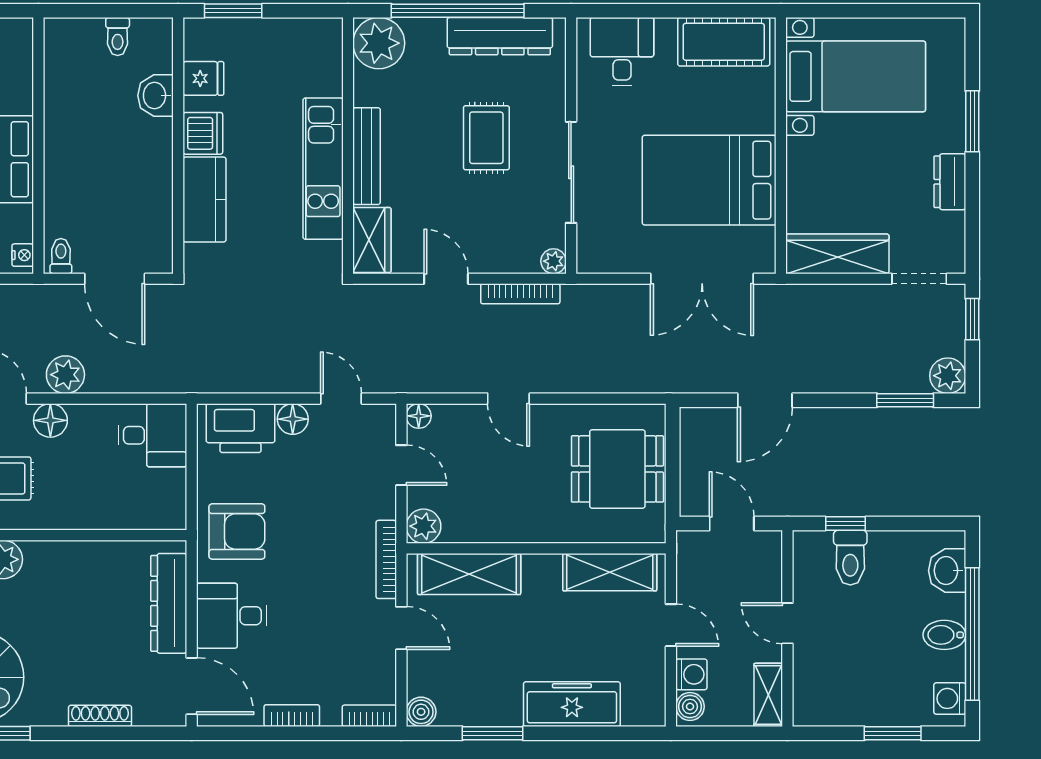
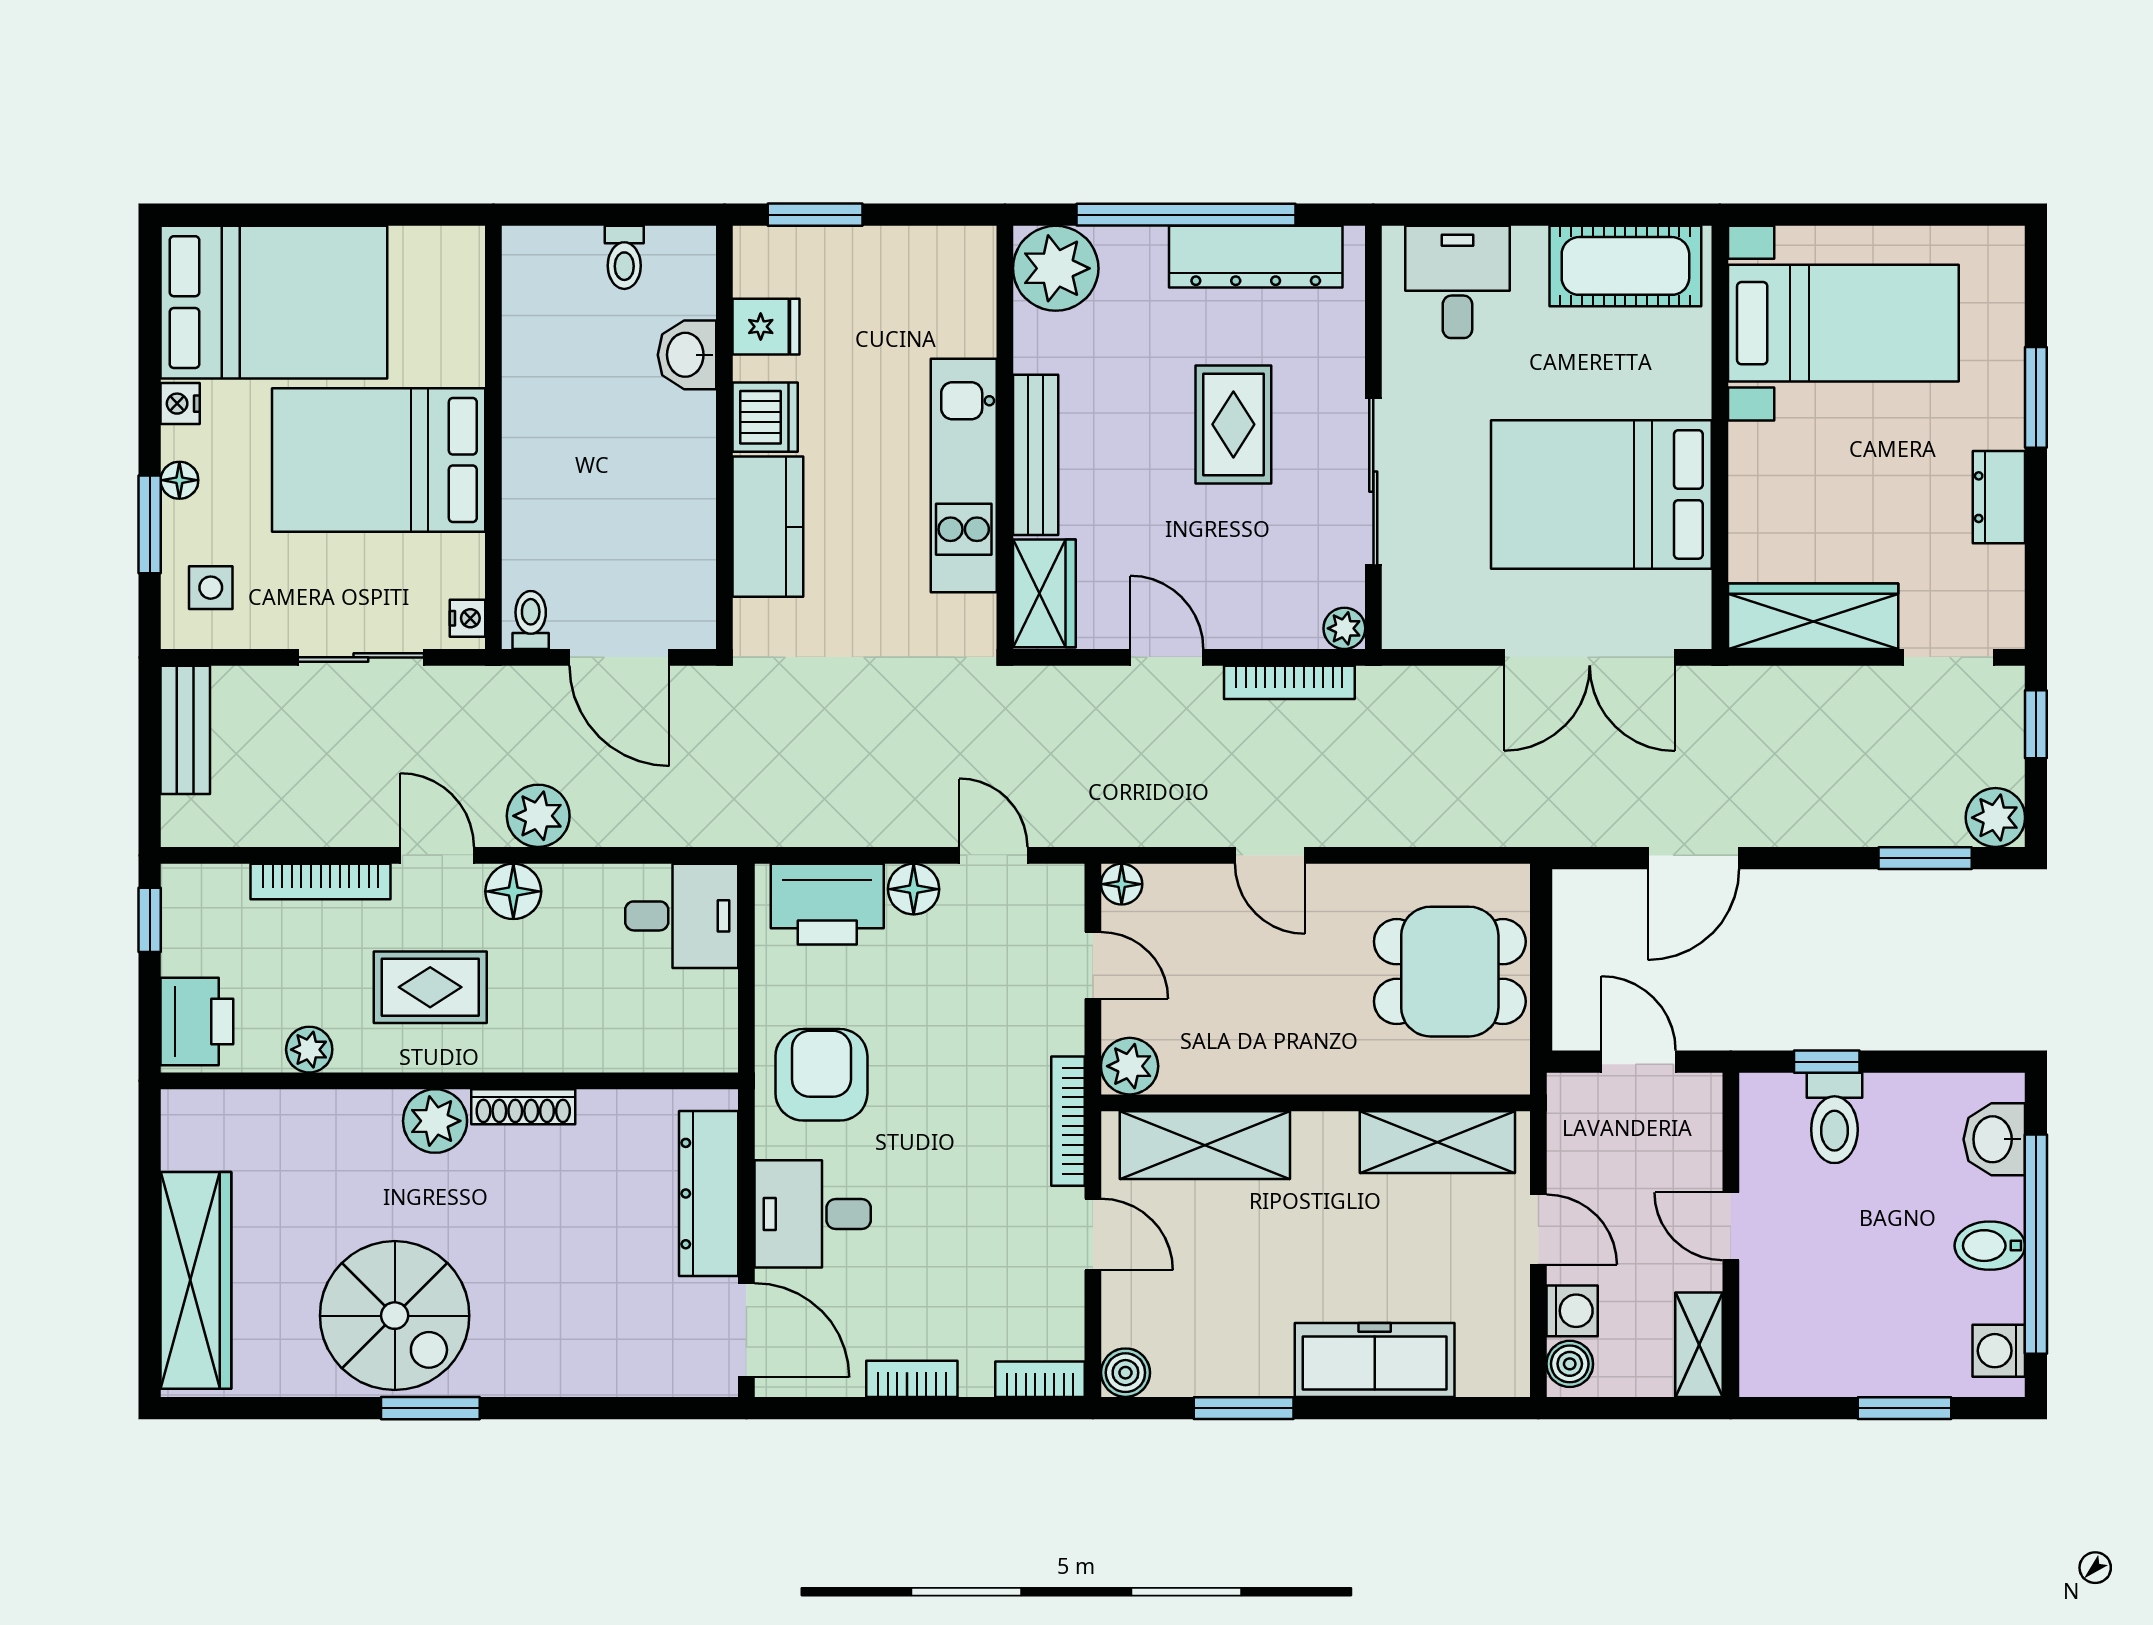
armchair: (237, 531) -> (821, 1075), turned -90
shoe rack: (100, 716) -> (523, 1107), moved, turned 180

